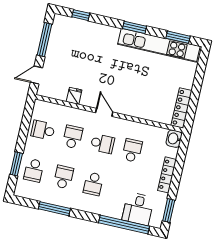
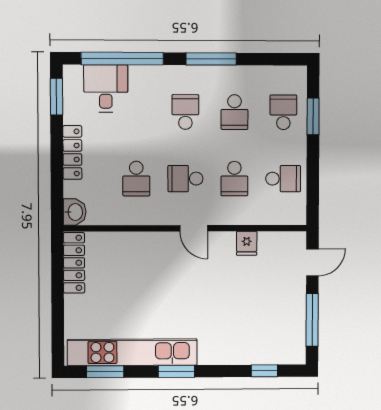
window: (54, 209) -> (211, 59), moved

